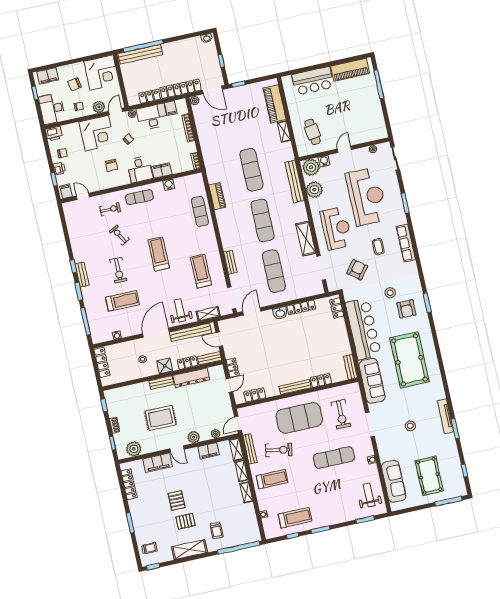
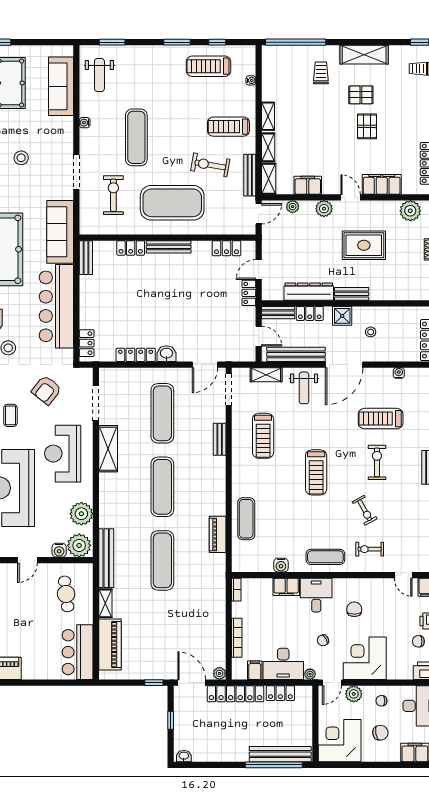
bar counter: (313, 81) -> (78, 652), moved, turned -90
bench: (294, 181) -> (106, 558), moved
exercise mat: (334, 458) -> (136, 137), turned 90

